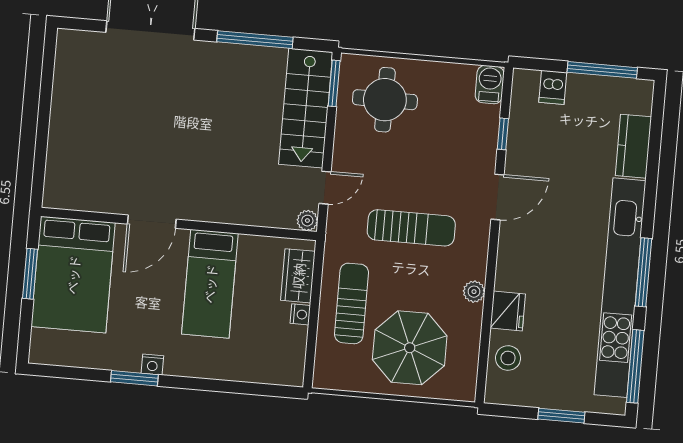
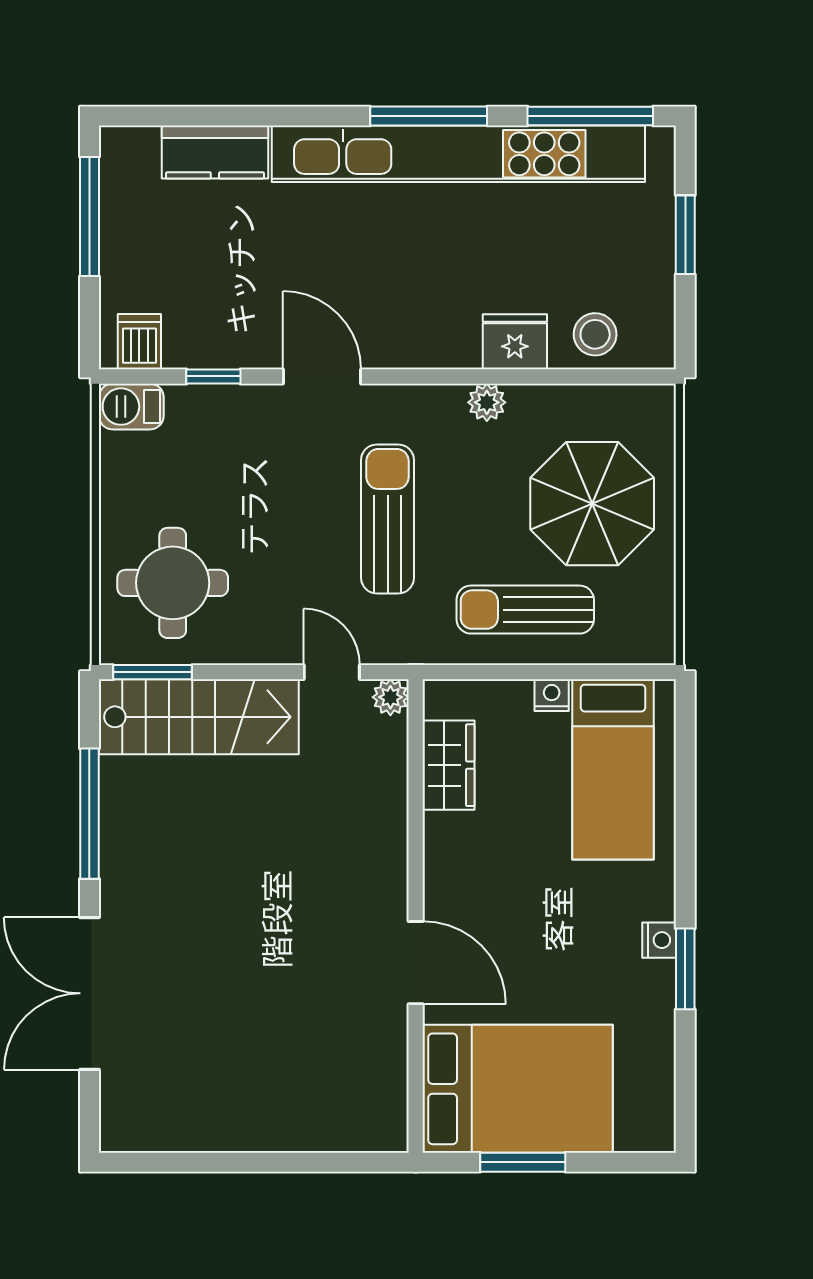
dishwasher: (553, 87) -> (139, 342), moved, turned -90
wardrobe: (298, 276) -> (449, 765), moved, turned -90
bed: (210, 284) -> (613, 769), moved, turned 90

